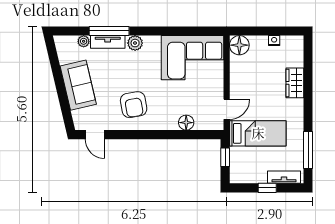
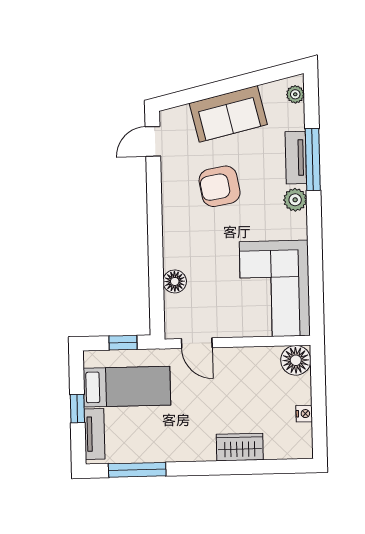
plant: (84, 41) -> (295, 94), moved
armchair: (134, 105) -> (220, 186), moved
bed: (258, 133) -> (127, 387), moved, turned -90

